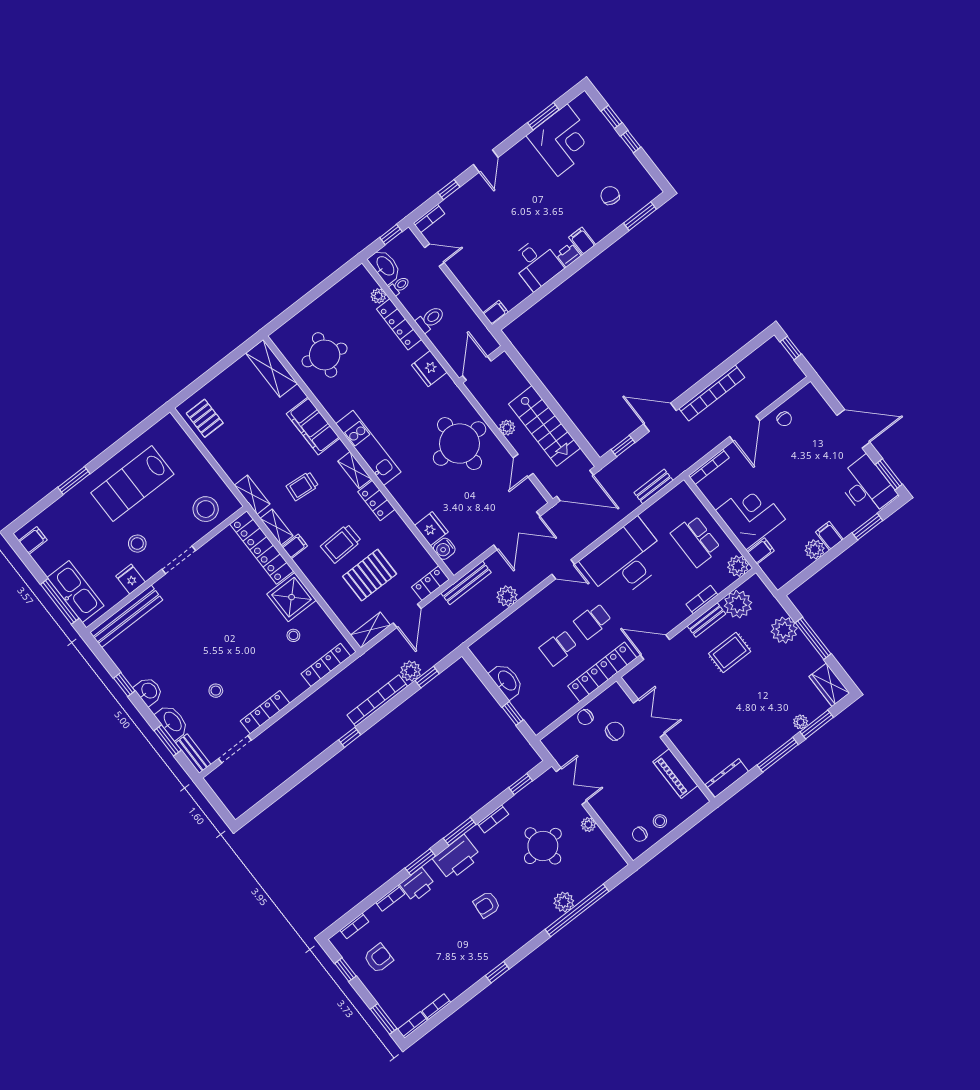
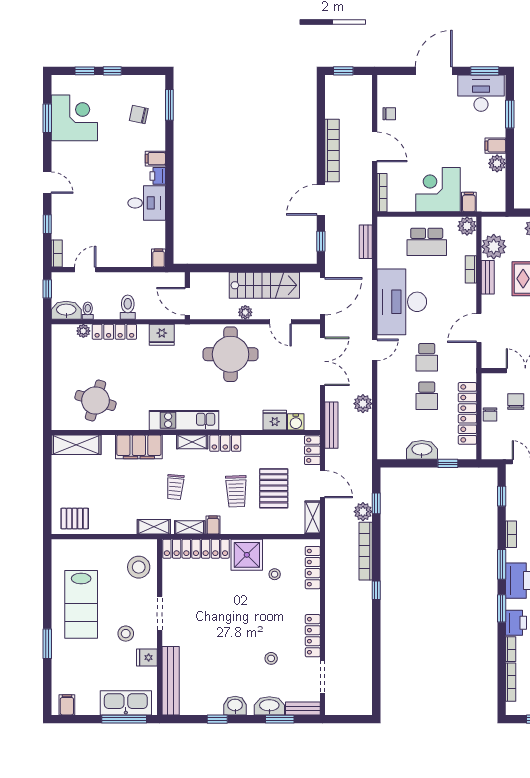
locker: (602, 672) -> (467, 413), moved
bookcase: (354, 926) -> (511, 682), width x1.56

